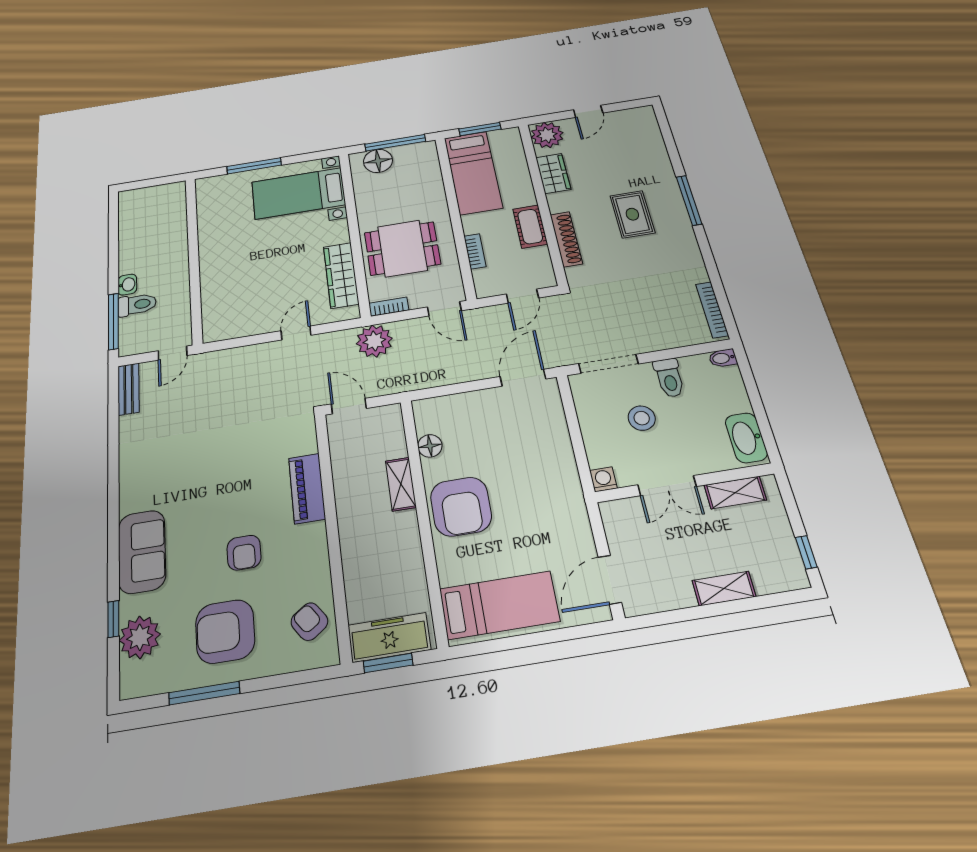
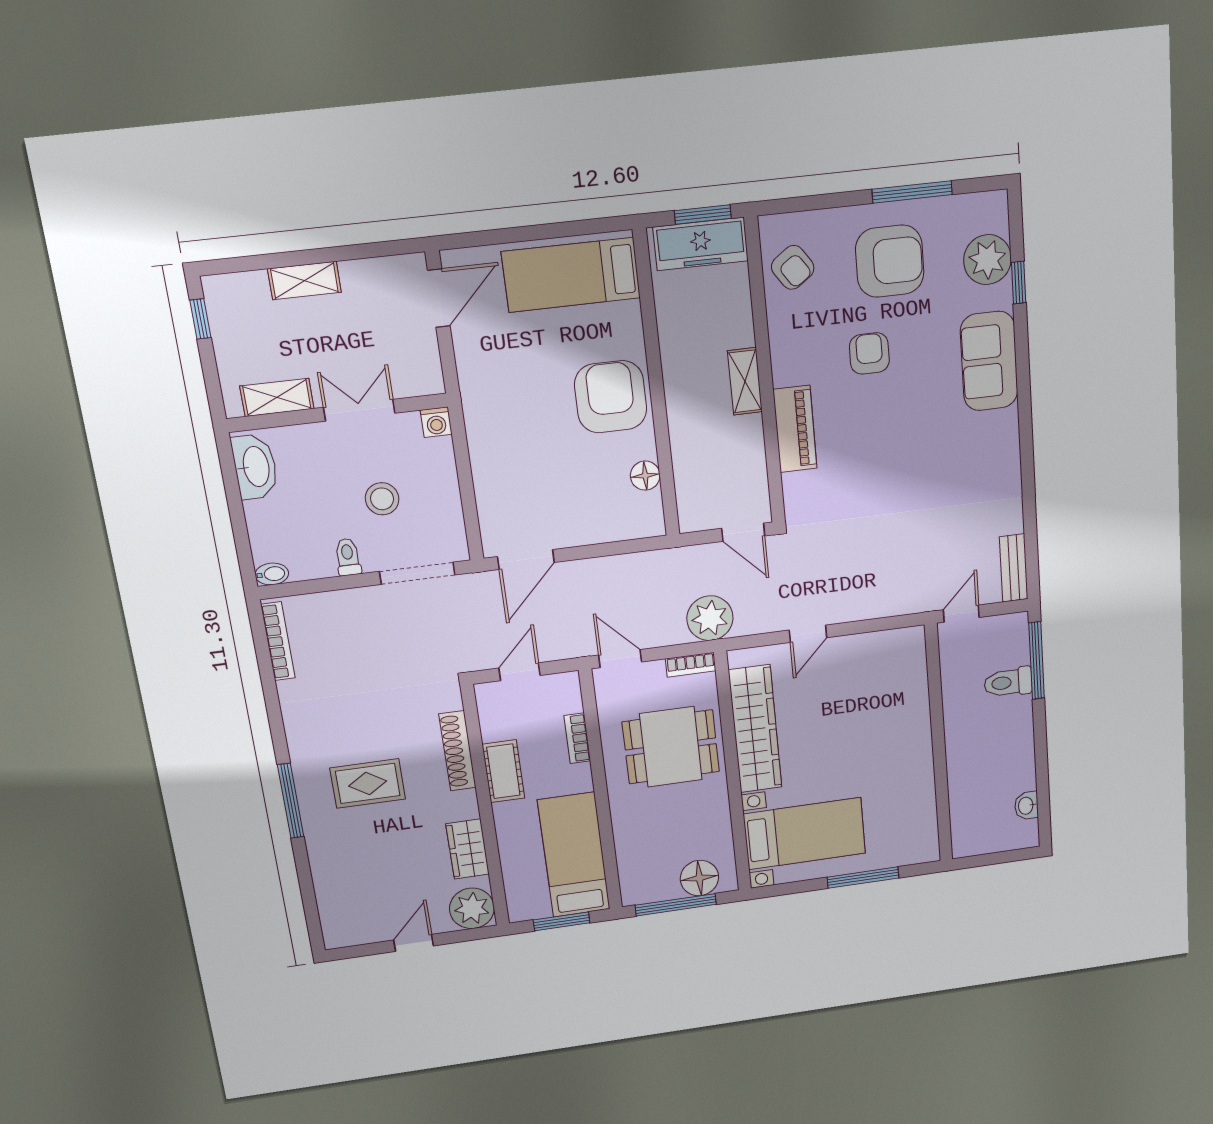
rug: (632, 214) -> (368, 783), turned 90
wardrobe: (341, 275) -> (755, 729), width x1.40, depth x1.17
washbasin: (127, 285) -> (1026, 806), moved
toilet: (669, 378) -> (348, 557), width x0.73, depth x0.72
shelving: (401, 484) -> (745, 381), moved

